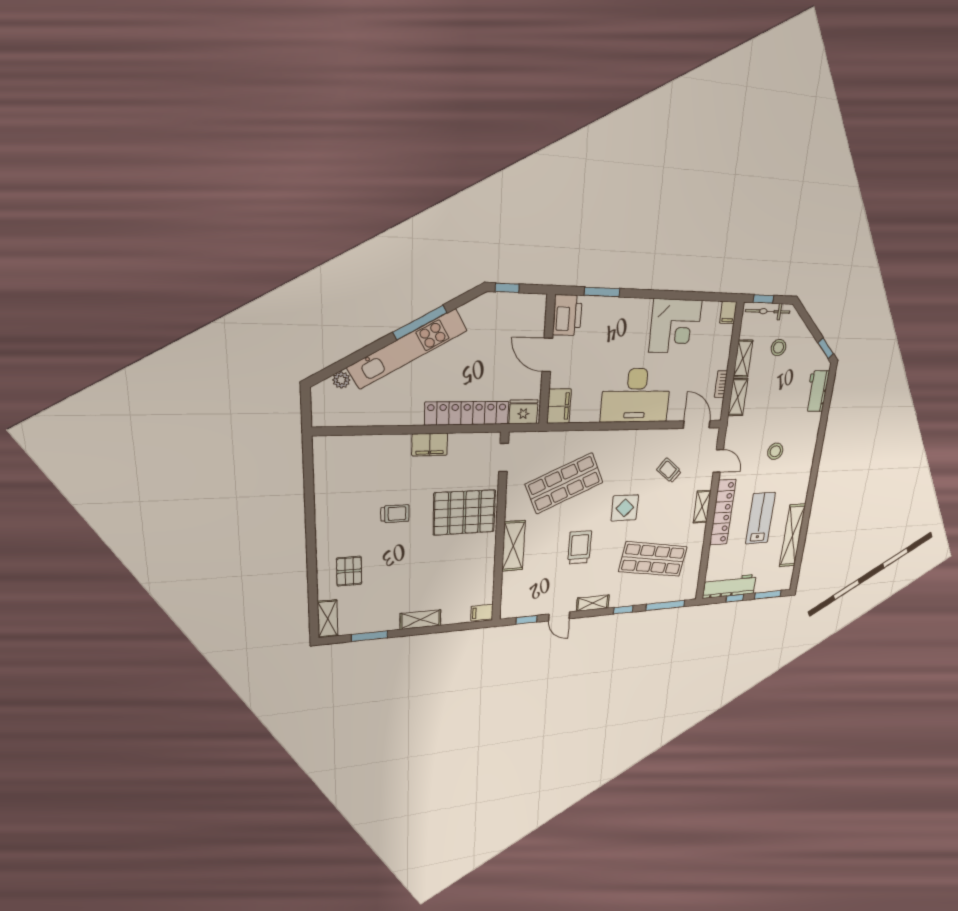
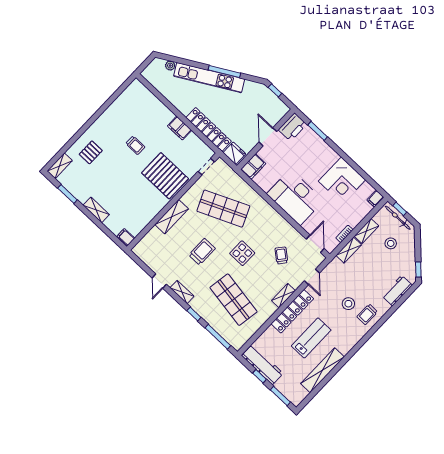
trolley: (802, 443) -> (367, 314), added
window: (527, 620) -> (142, 265), removed

